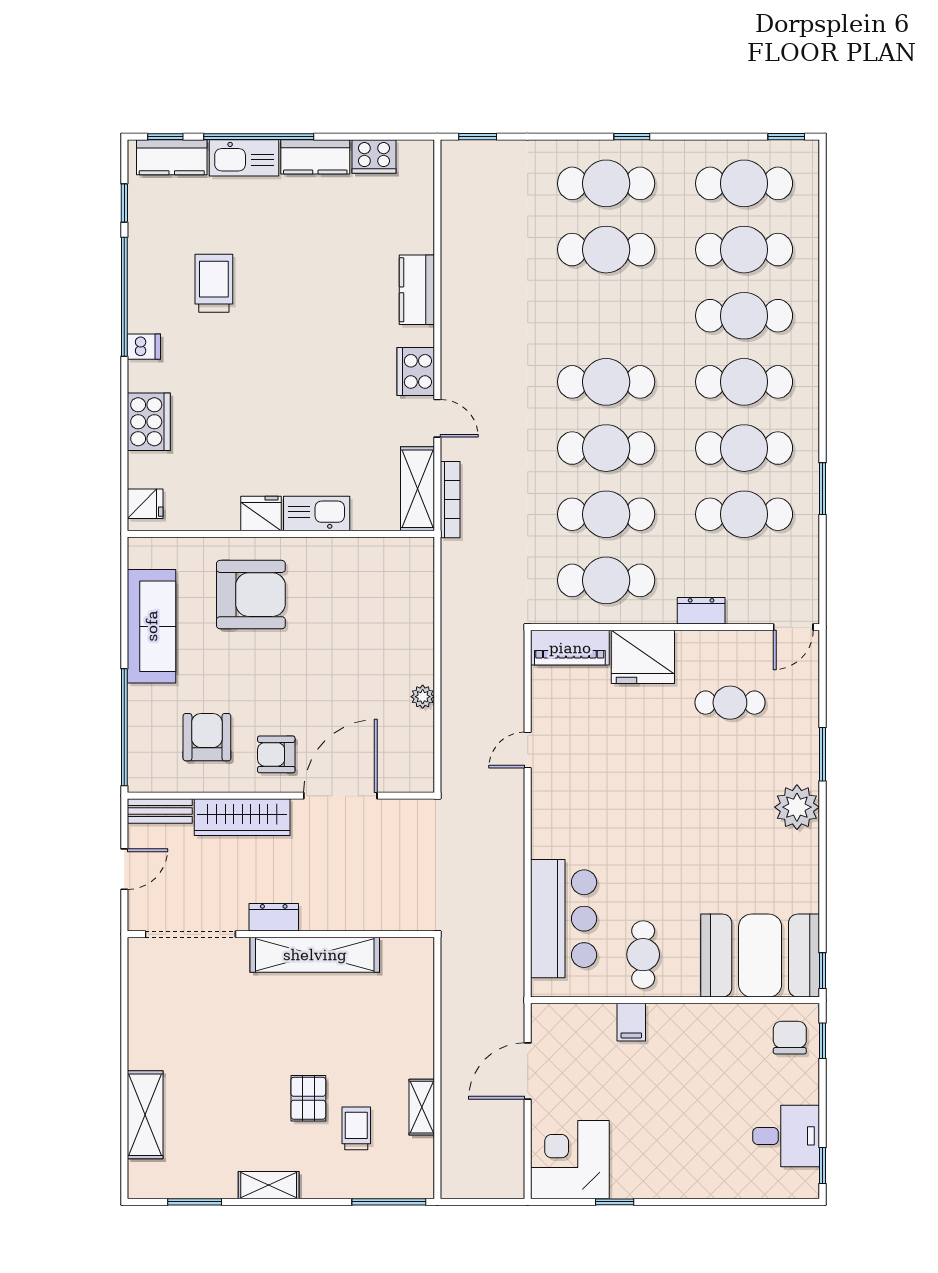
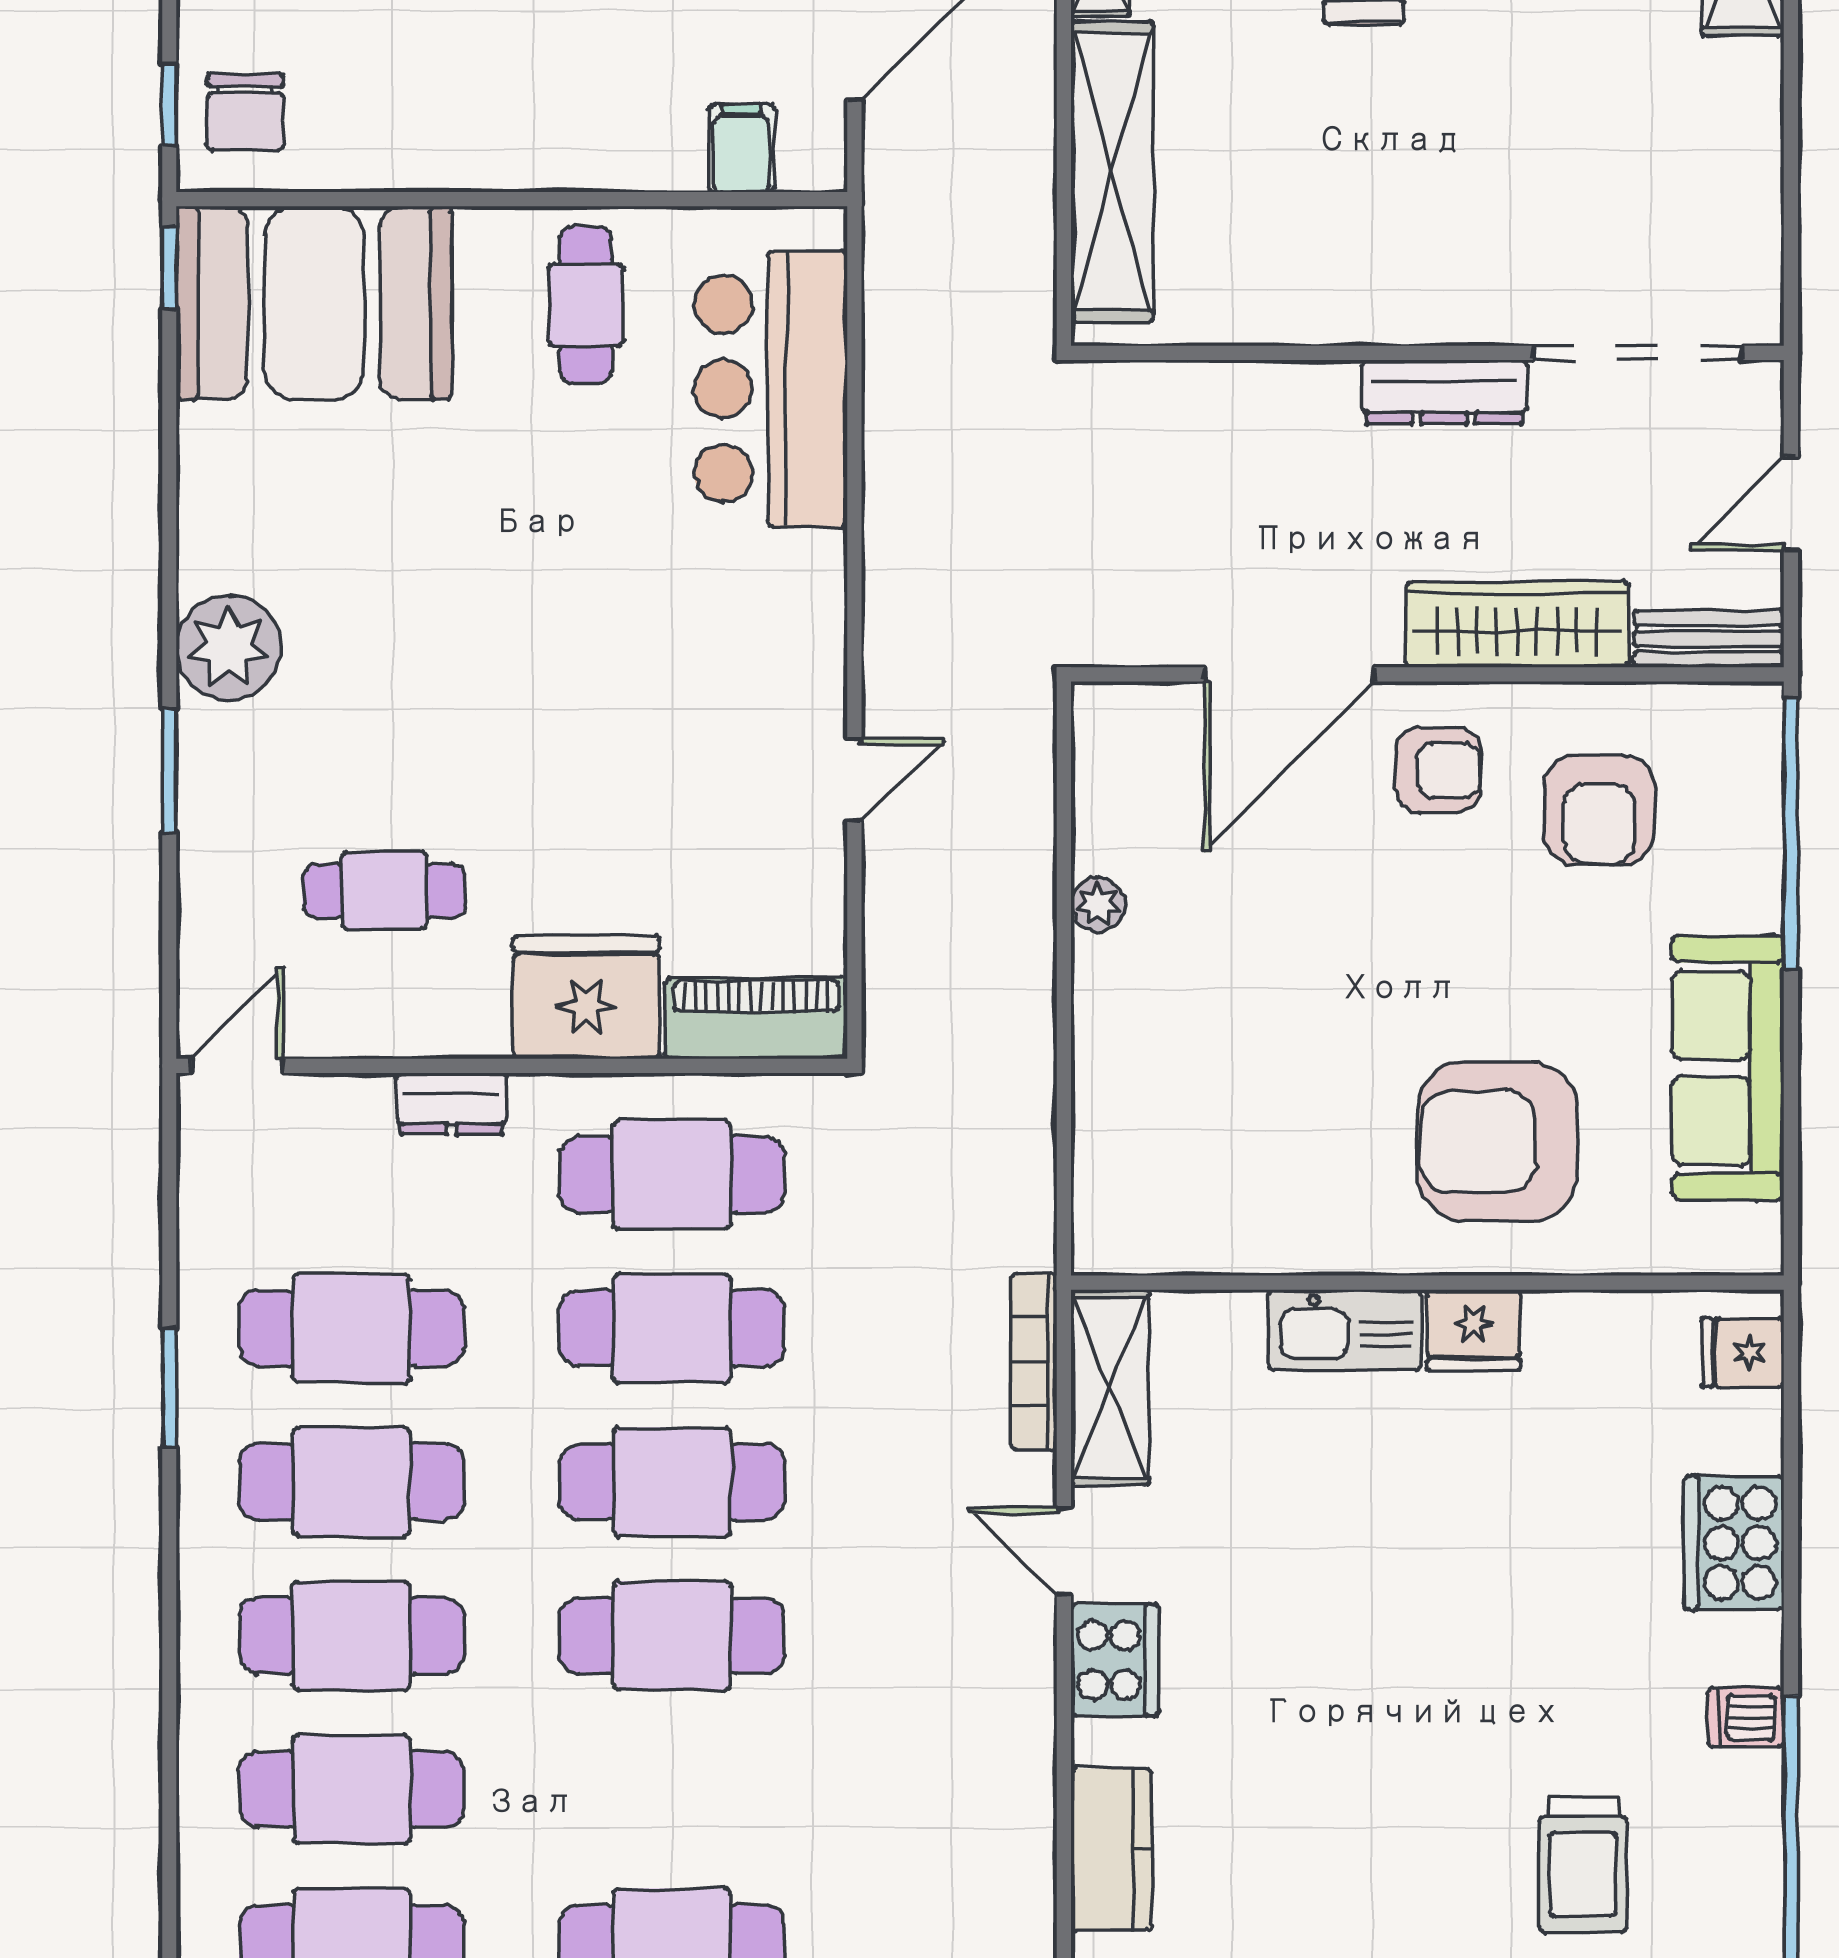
dresser: (274, 917) -> (1444, 392), width x1.44
shelving: (315, 955) -> (1112, 172), moved, turned 90
filing cabinet: (631, 1022) -> (741, 148), moved

